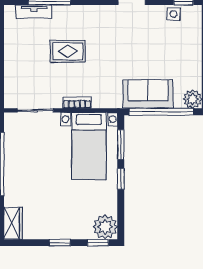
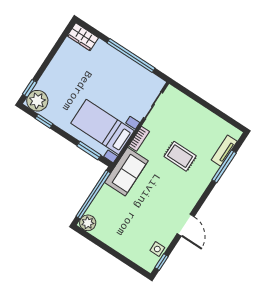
rug: (68, 51) -> (180, 156), turned 90
sofa: (148, 94) -> (126, 172), moved
window: (121, 179) -> (44, 121), moved
window: (60, 243) -> (47, 61), removed

